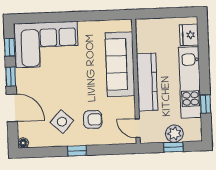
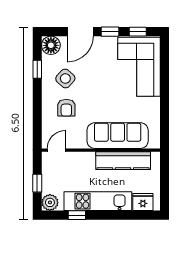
kitchen counter: (147, 82) -> (123, 161), moved
plant: (174, 134) -> (50, 202), moved
floor lamp: (23, 143) -> (51, 45), width x1.89, depth x1.89
window: (77, 151) -> (37, 69), moved

